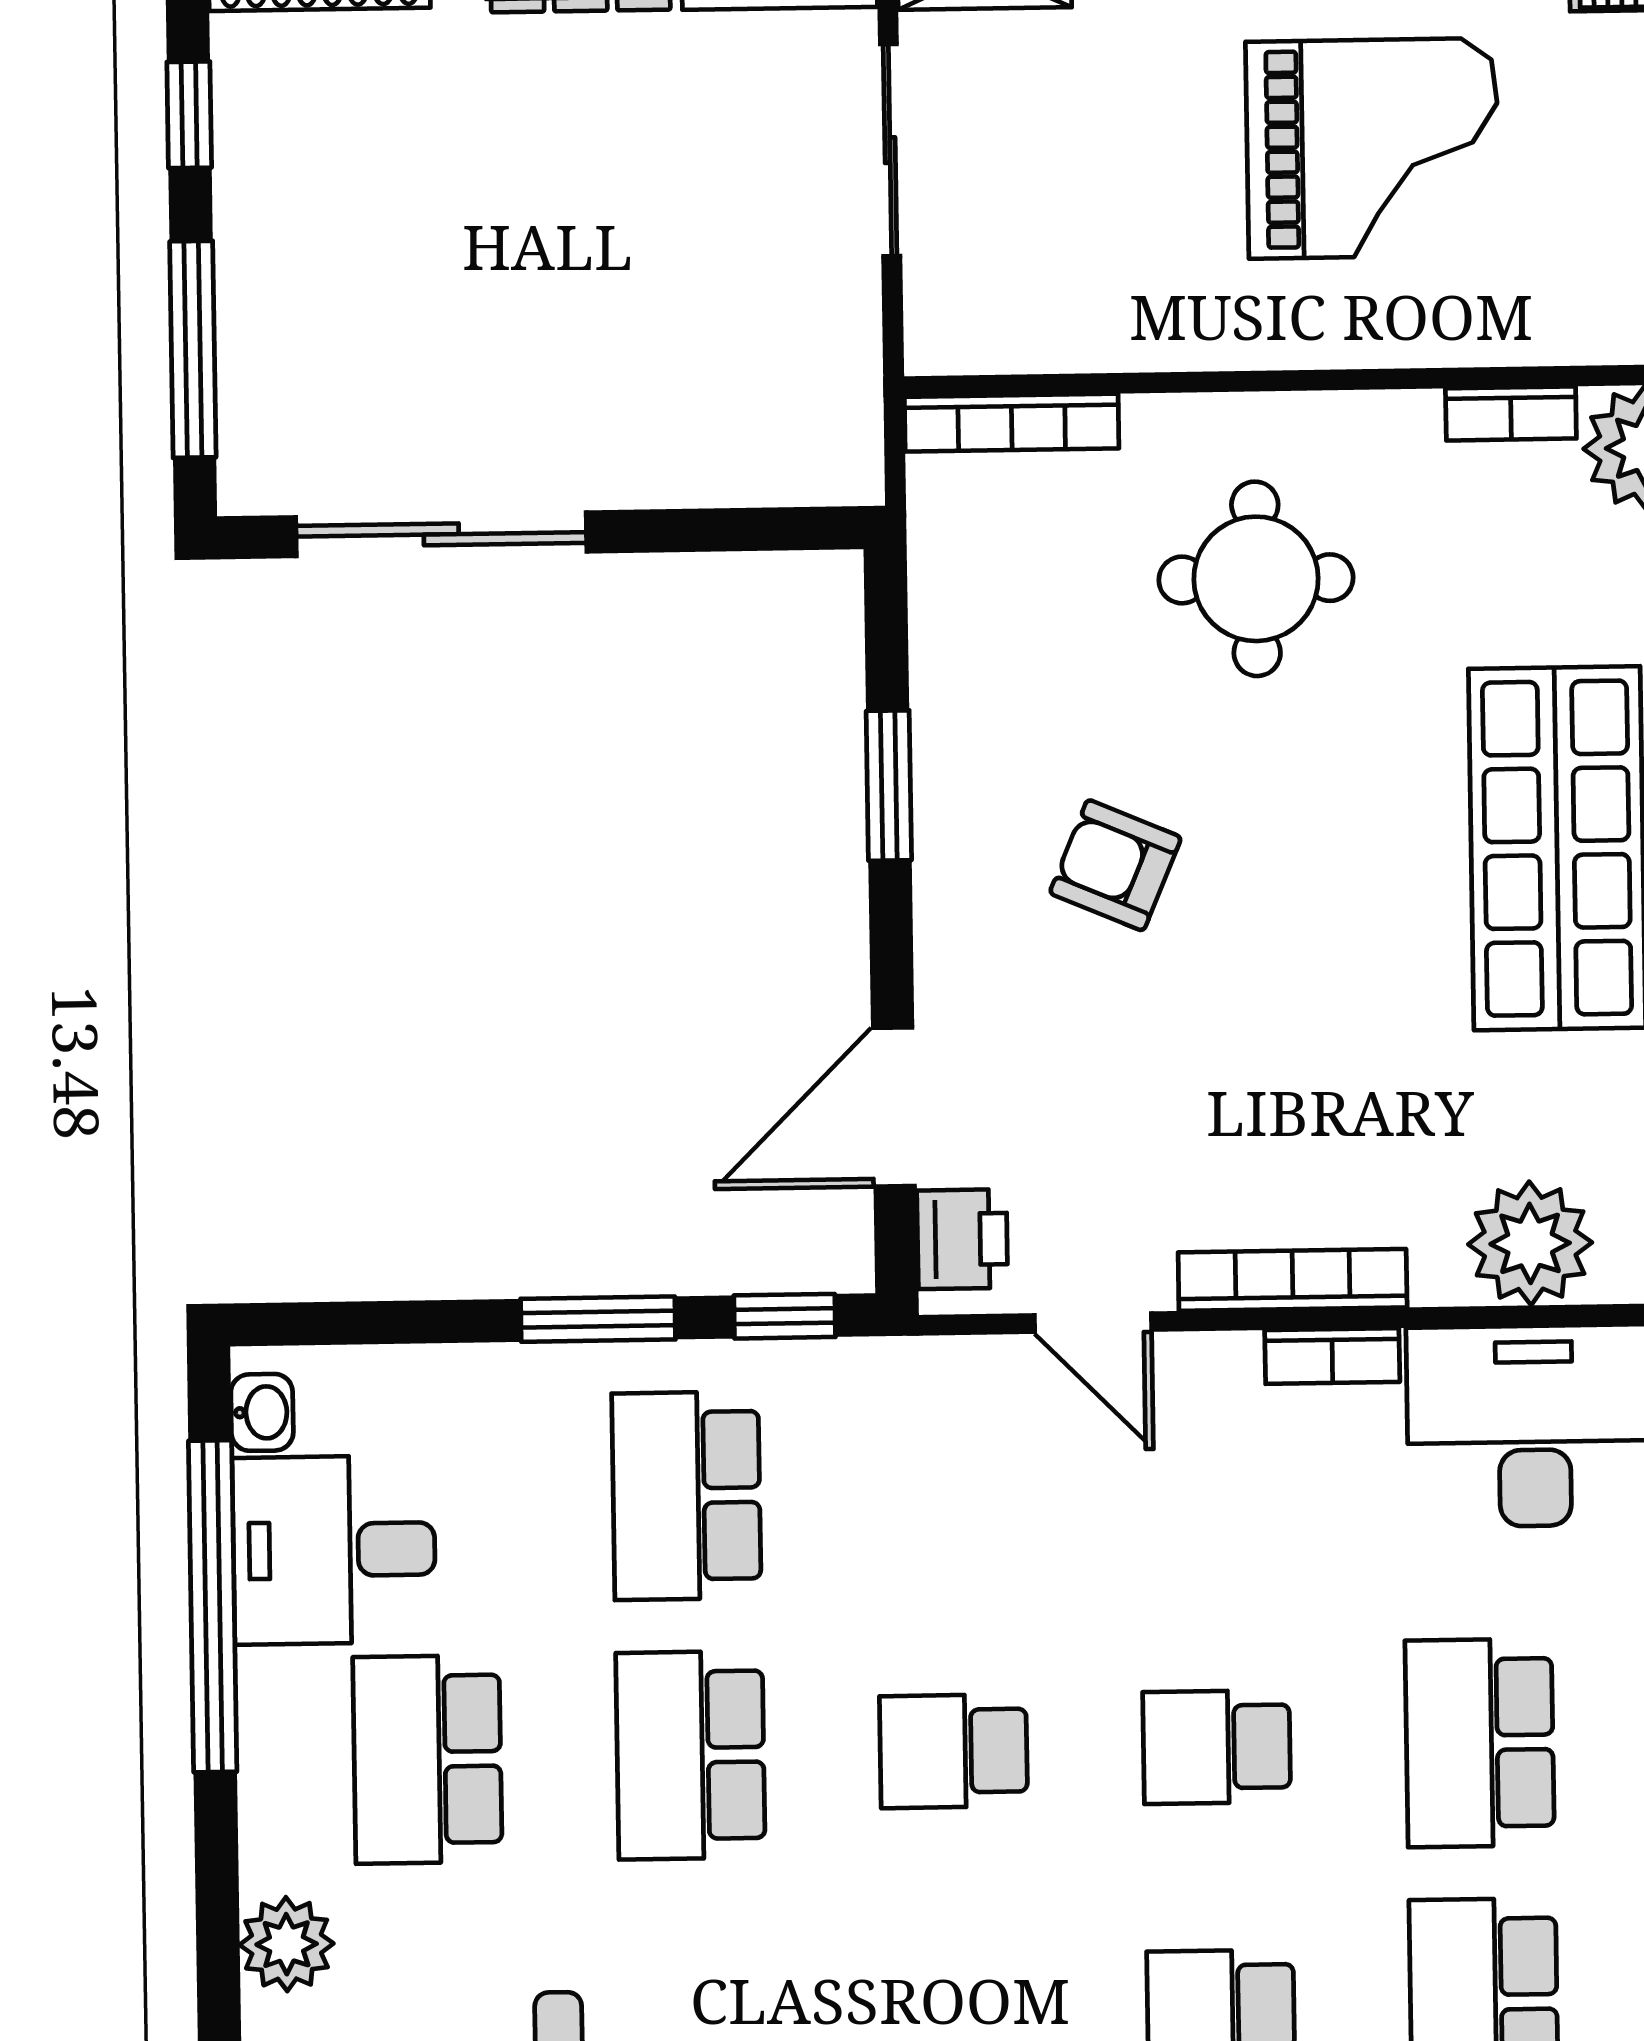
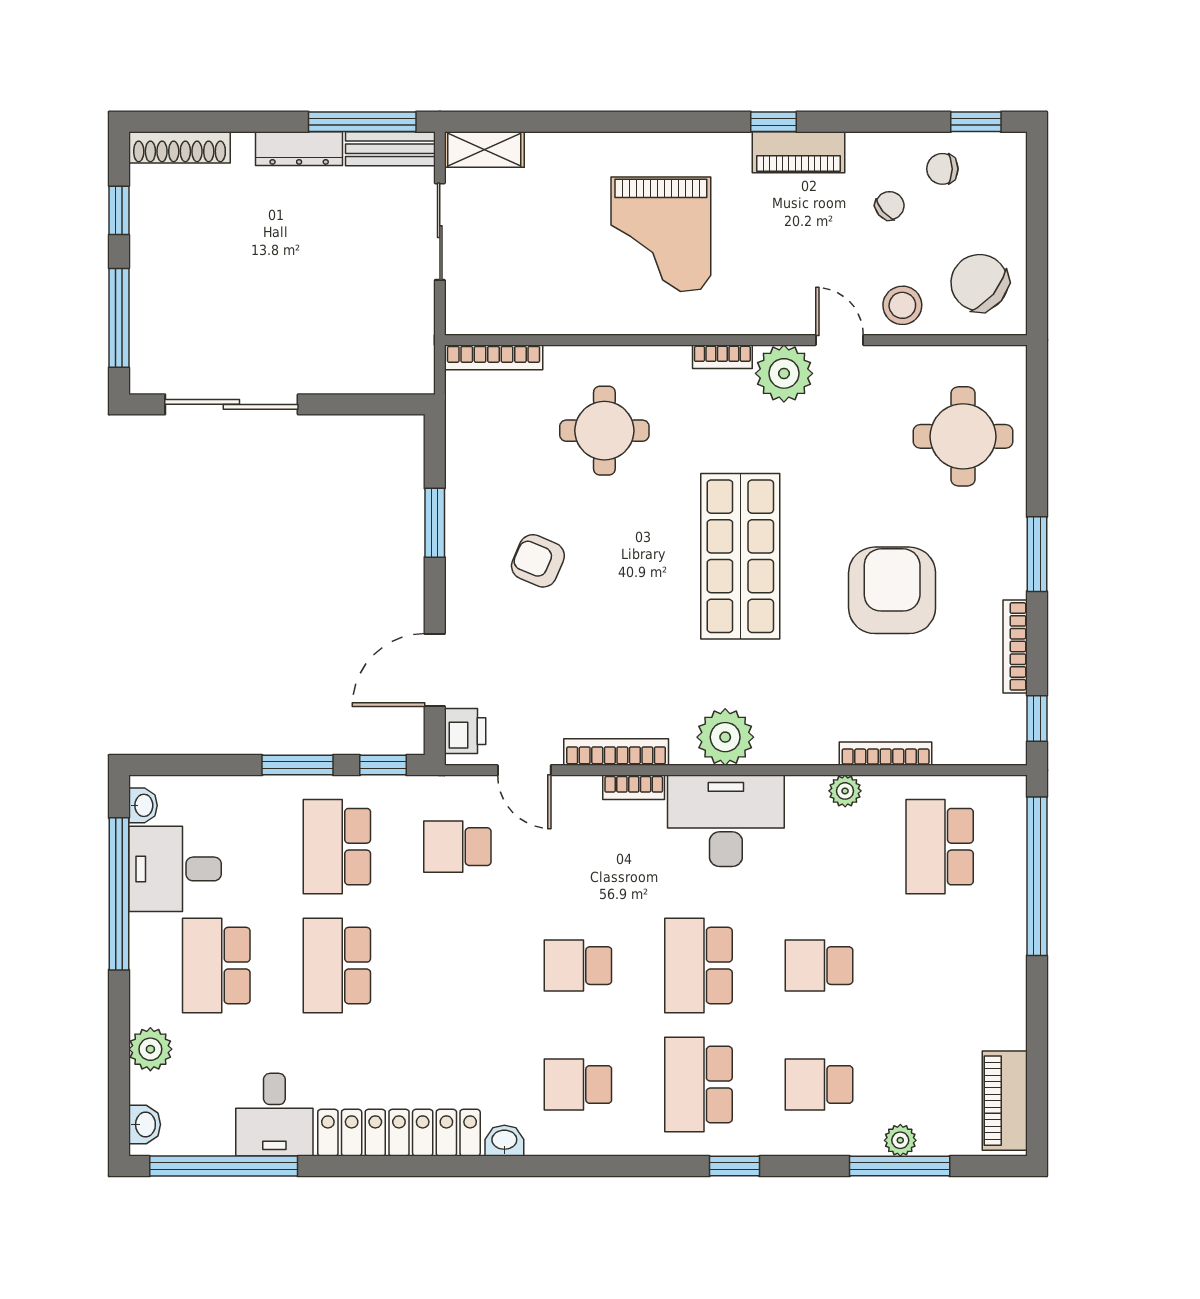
grand piano: (1372, 148) -> (661, 234), turned 90
school desk: (954, 1751) -> (457, 847), moved

